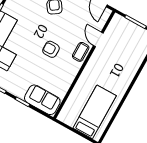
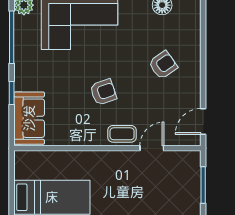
armchair: (51, 49) -> (103, 92), turned 71

